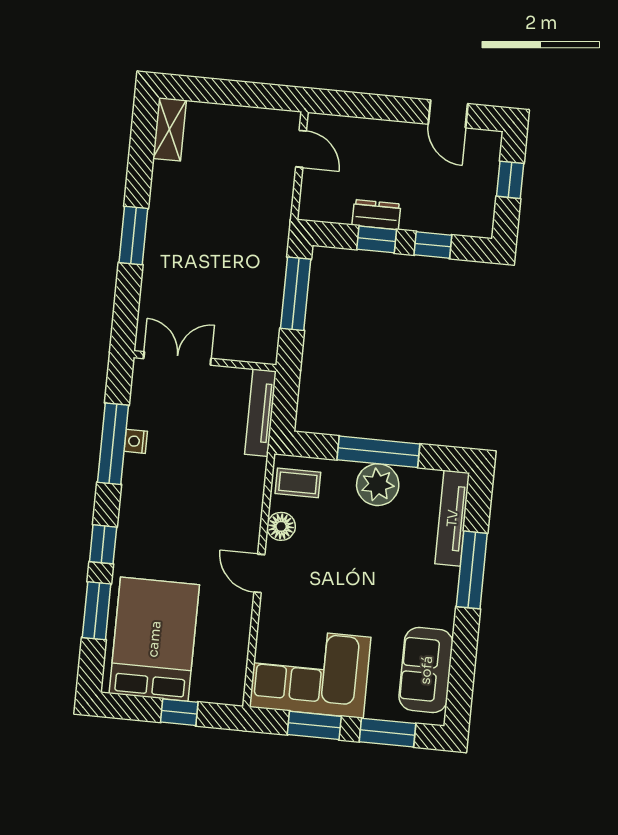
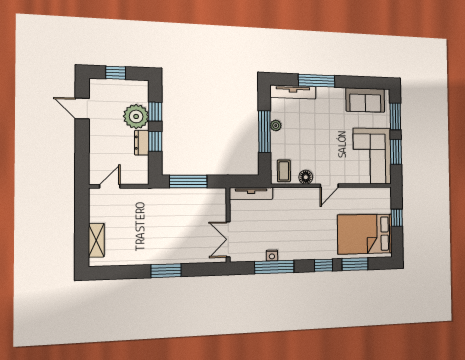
door: (448, 114) -> (82, 109), swing flipped
shelving: (170, 129) -> (96, 240), moved, turned 90
plant: (426, 209) -> (136, 116), added
plant: (378, 485) -> (276, 126), width x0.53, depth x0.53

